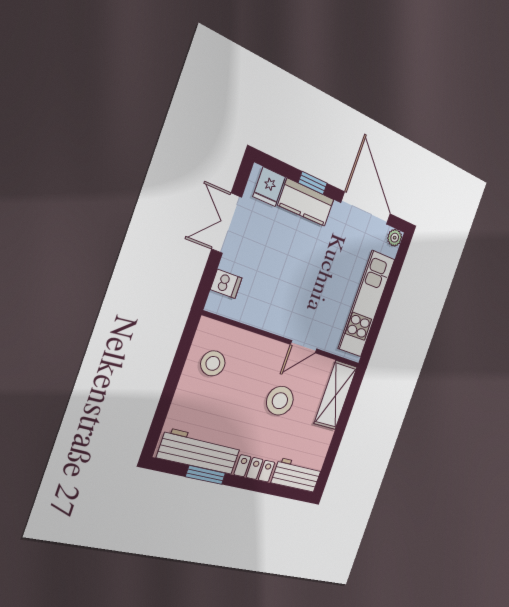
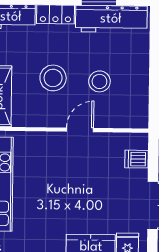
door: (304, 347) -> (80, 130), moved
stool: (213, 363) -> (99, 81), moved

